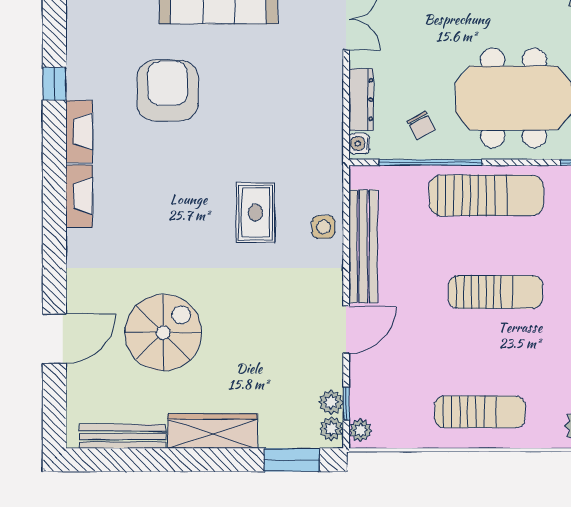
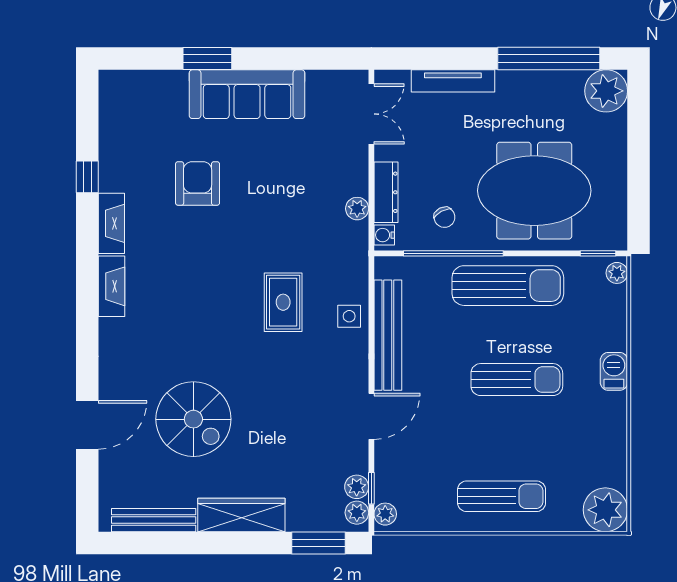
armchair: (168, 91) -> (198, 183), width x0.73, depth x0.73
plant: (332, 116) -> (357, 209), added
spiral stairs: (163, 333) -> (193, 419), turned 90

